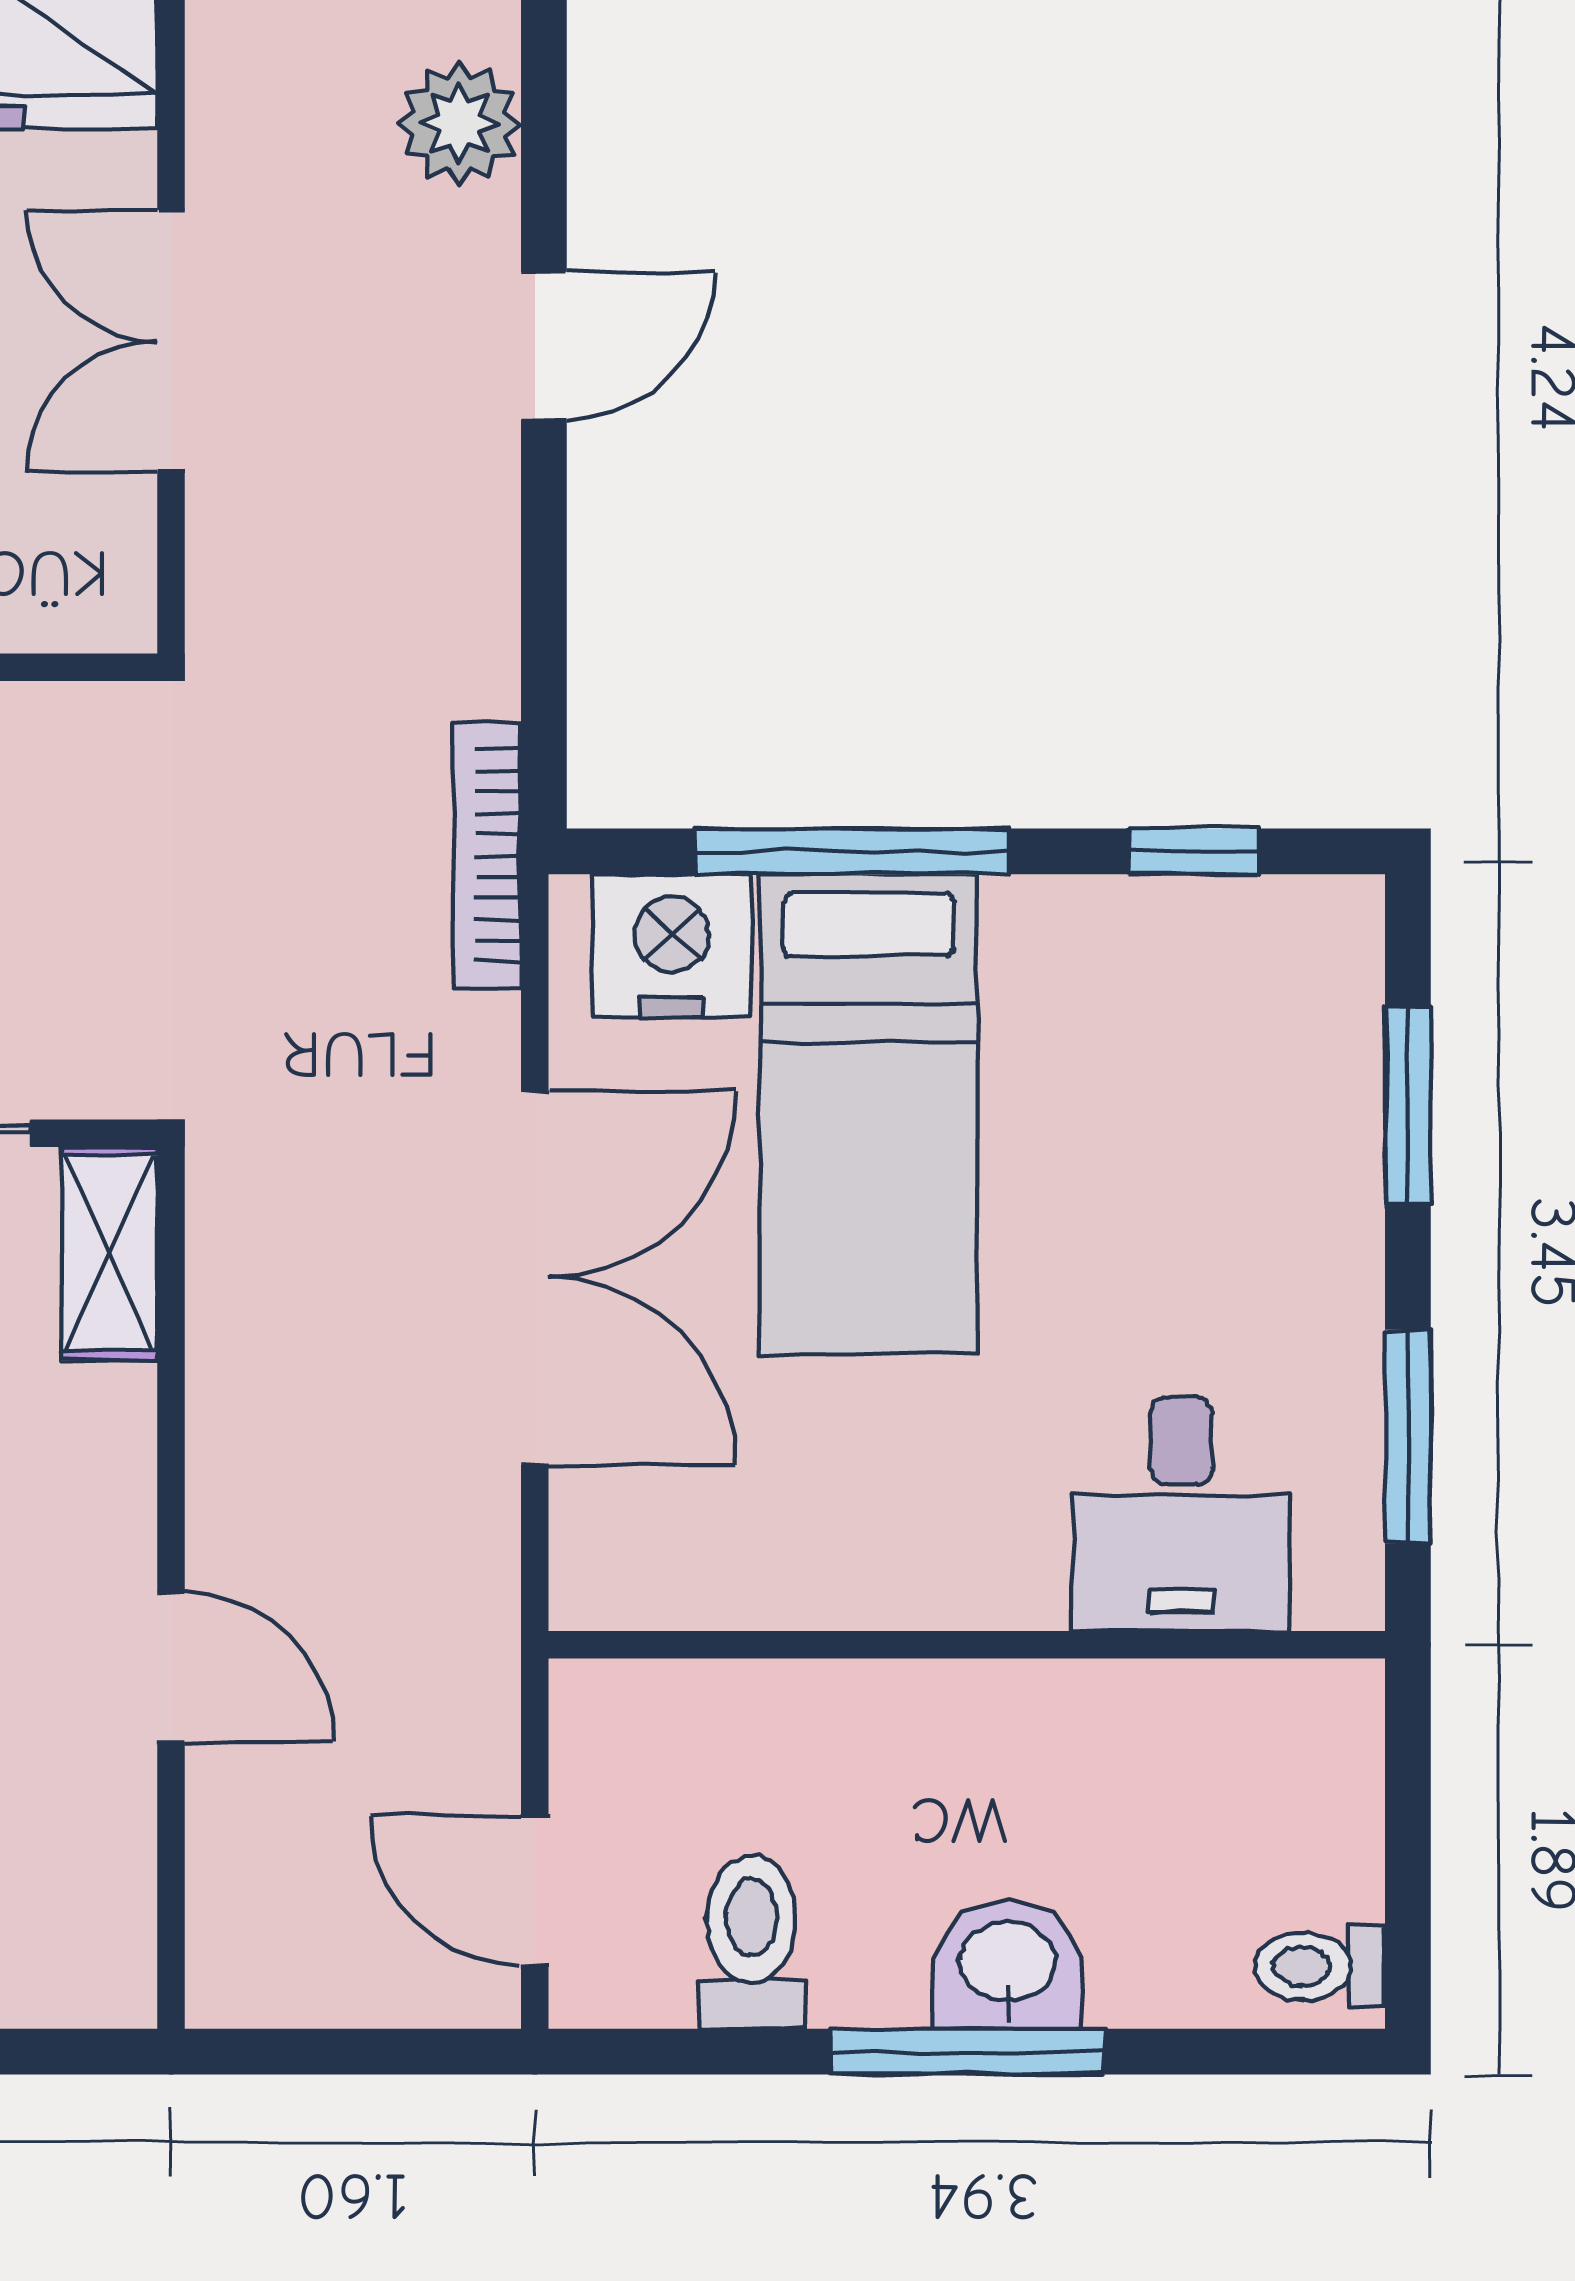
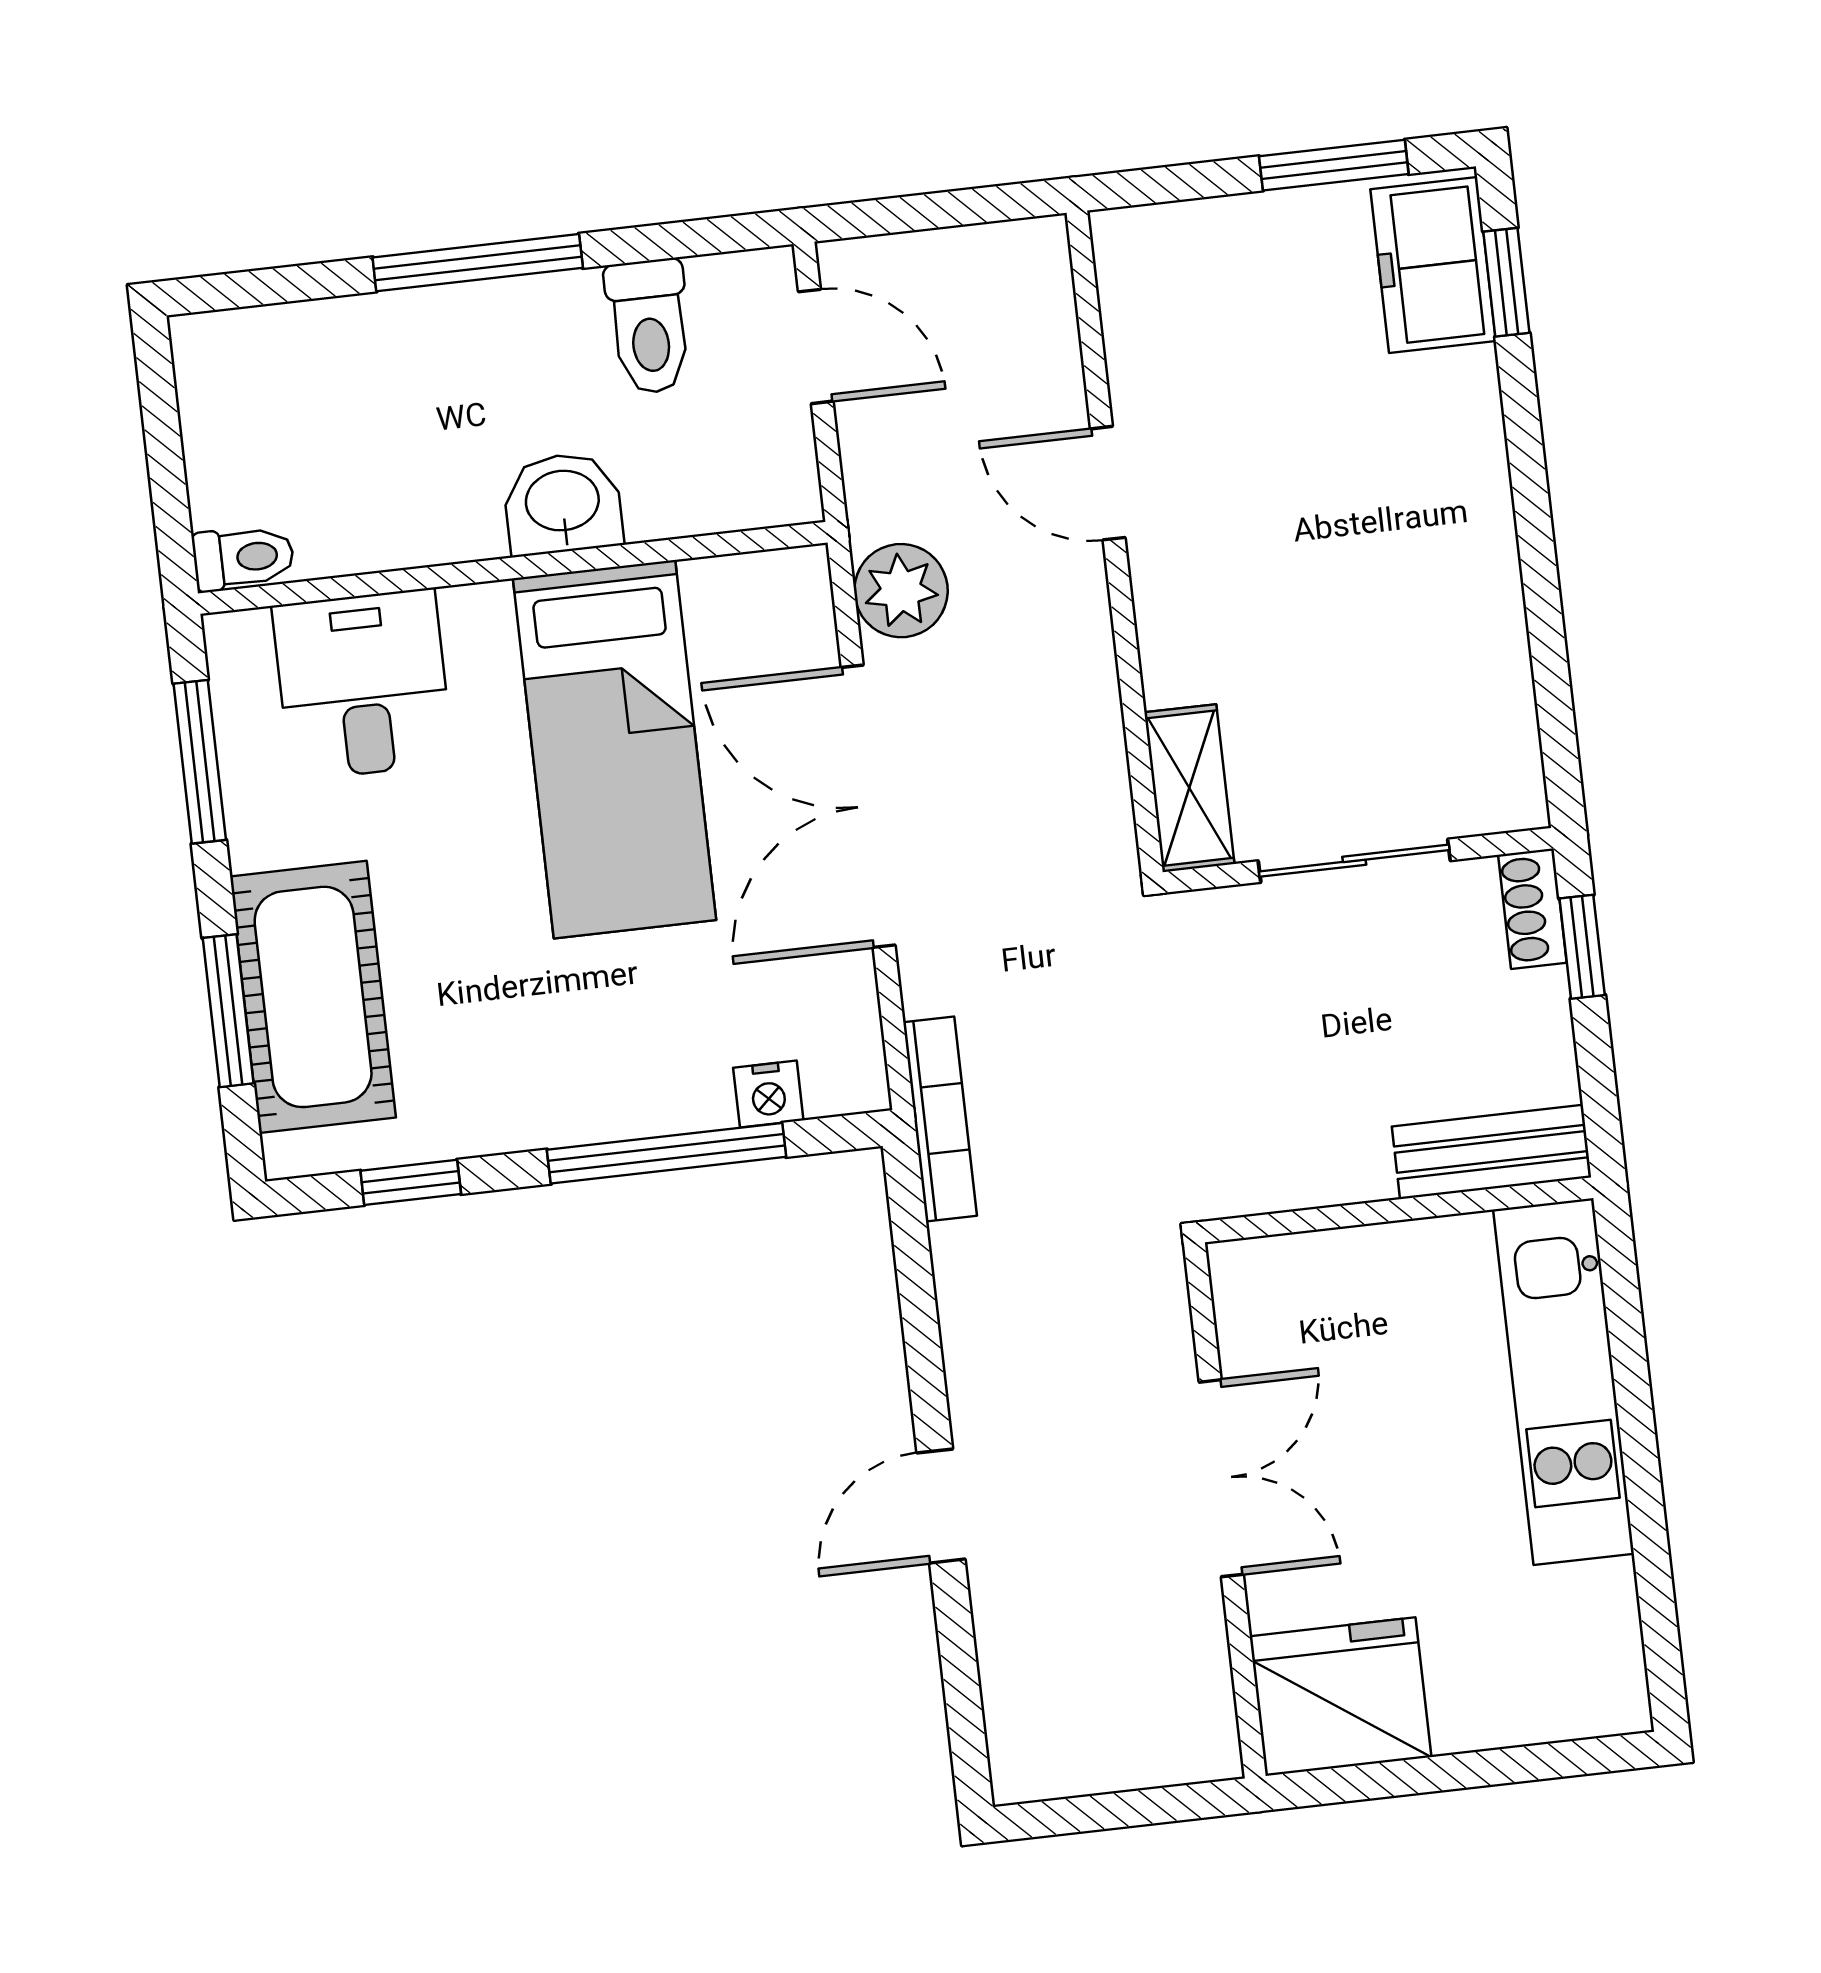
plant: (459, 124) -> (901, 591), moved
nightstand: (672, 946) -> (768, 1094), width x0.53, depth x0.56
cot: (1294, 1110) -> (313, 997), added
bed: (869, 1114) -> (615, 749), moved, turned 180
washbasin: (1008, 1965) -> (563, 503), moved, turned 180
toilet: (1320, 1966) -> (243, 558), moved

